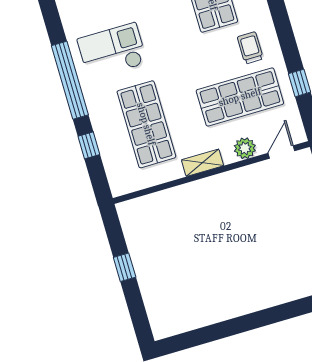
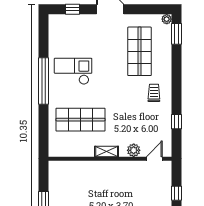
shop shelf: (240, 97) -> (140, 120), removed
shop shelf: (146, 124) -> (81, 120), turned 90
window: (89, 145) -> (44, 122), removed

